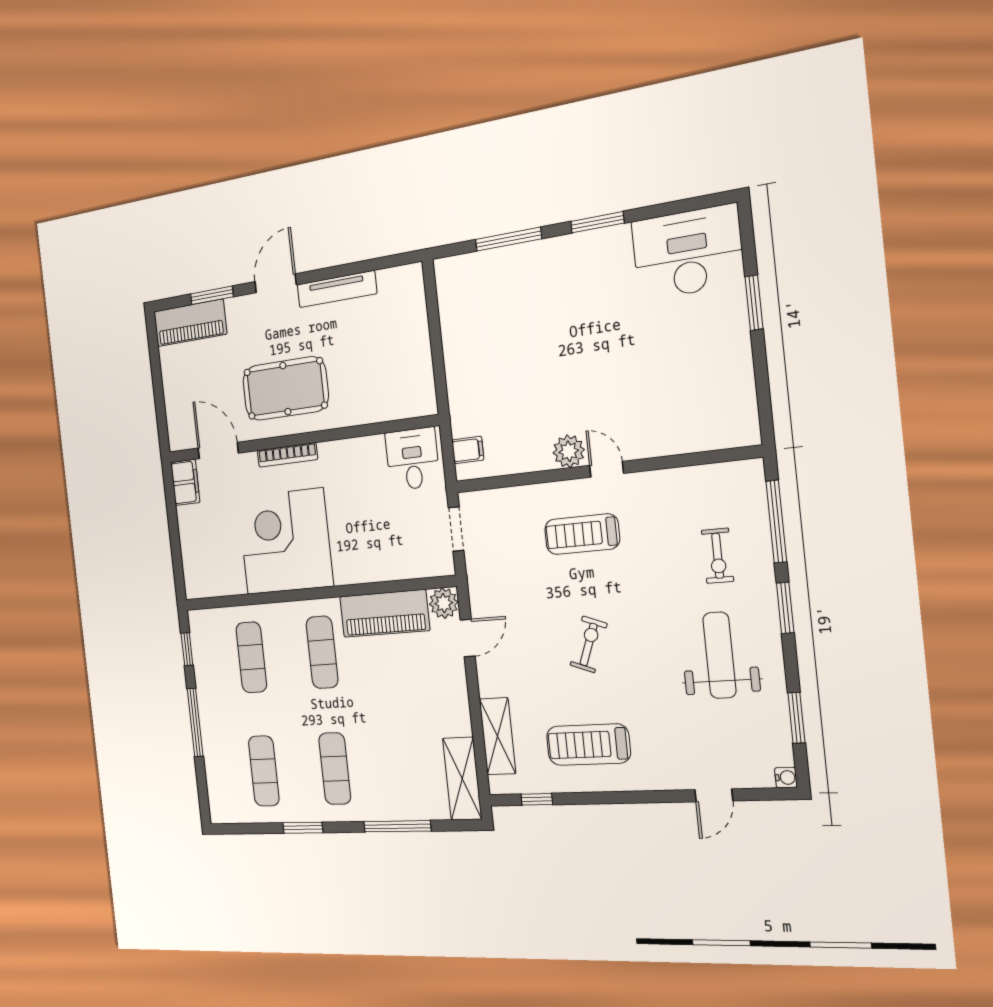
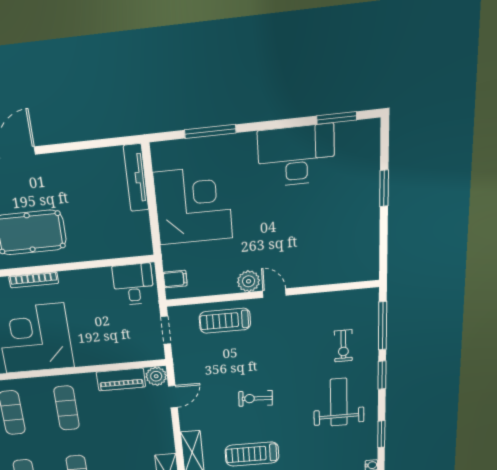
window: (597, 222) -> (337, 118), moved
desk: (688, 252) -> (296, 156), moved
tv unit: (337, 289) -> (136, 178), moved, turned 90
corner desk: (489, 342) -> (193, 205), added
treadmill: (582, 534) -> (225, 321), moved
piano: (385, 613) -> (121, 379), width x0.73, depth x0.75
exercise bike: (589, 644) -> (256, 398), turned -108

